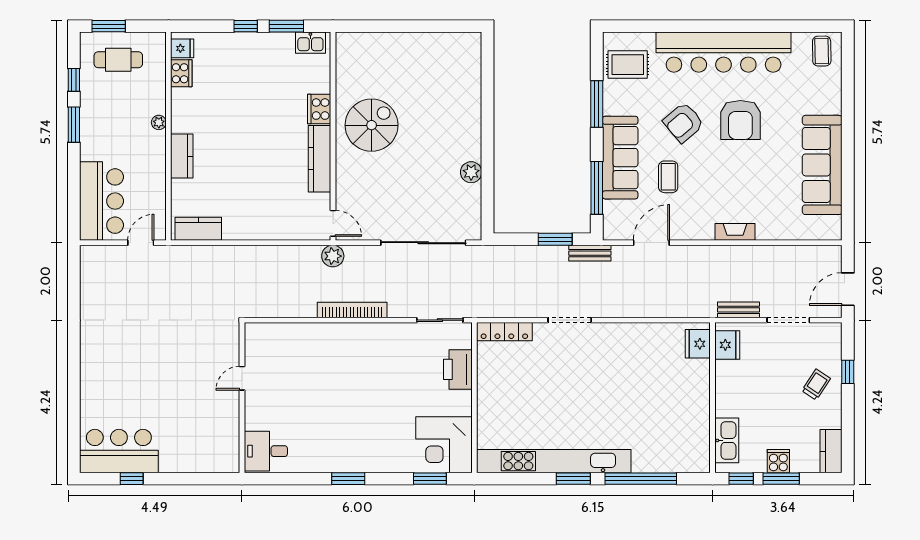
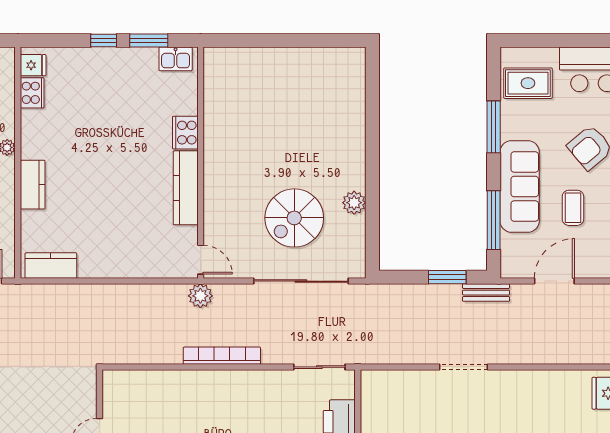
spiral stairs: (372, 125) -> (294, 218), moved, turned 180
locker: (504, 332) -> (391, 380), removed

